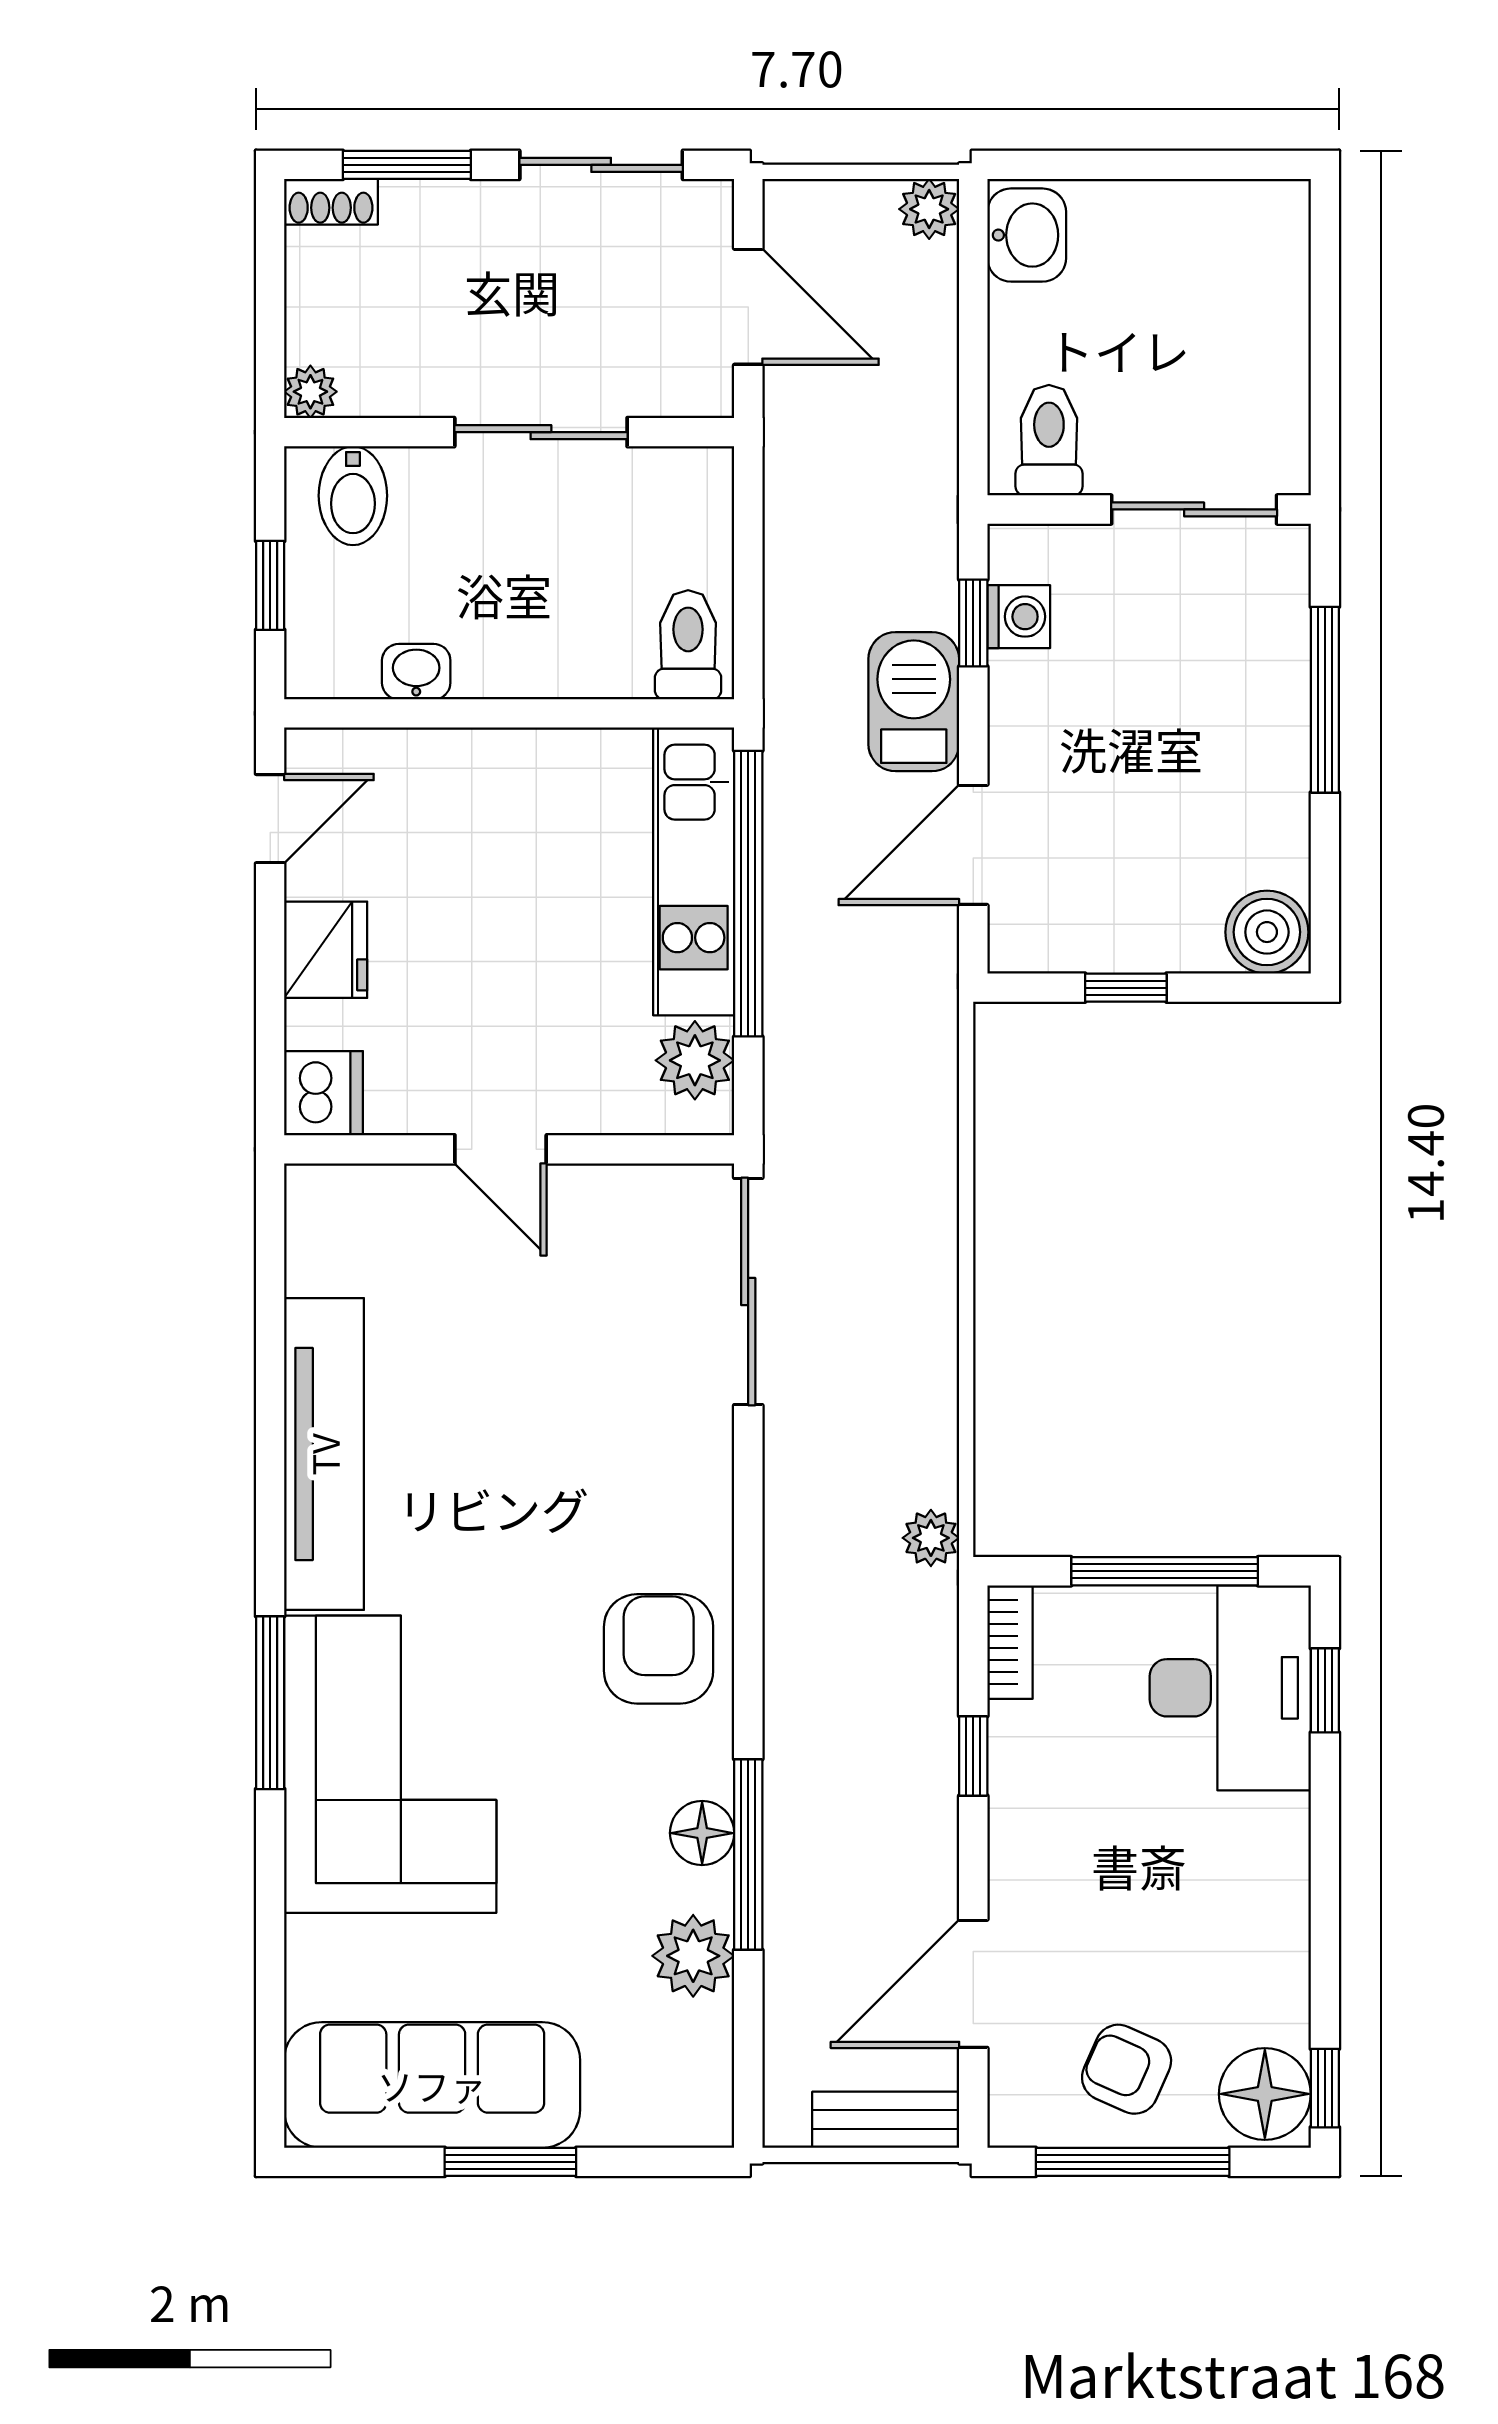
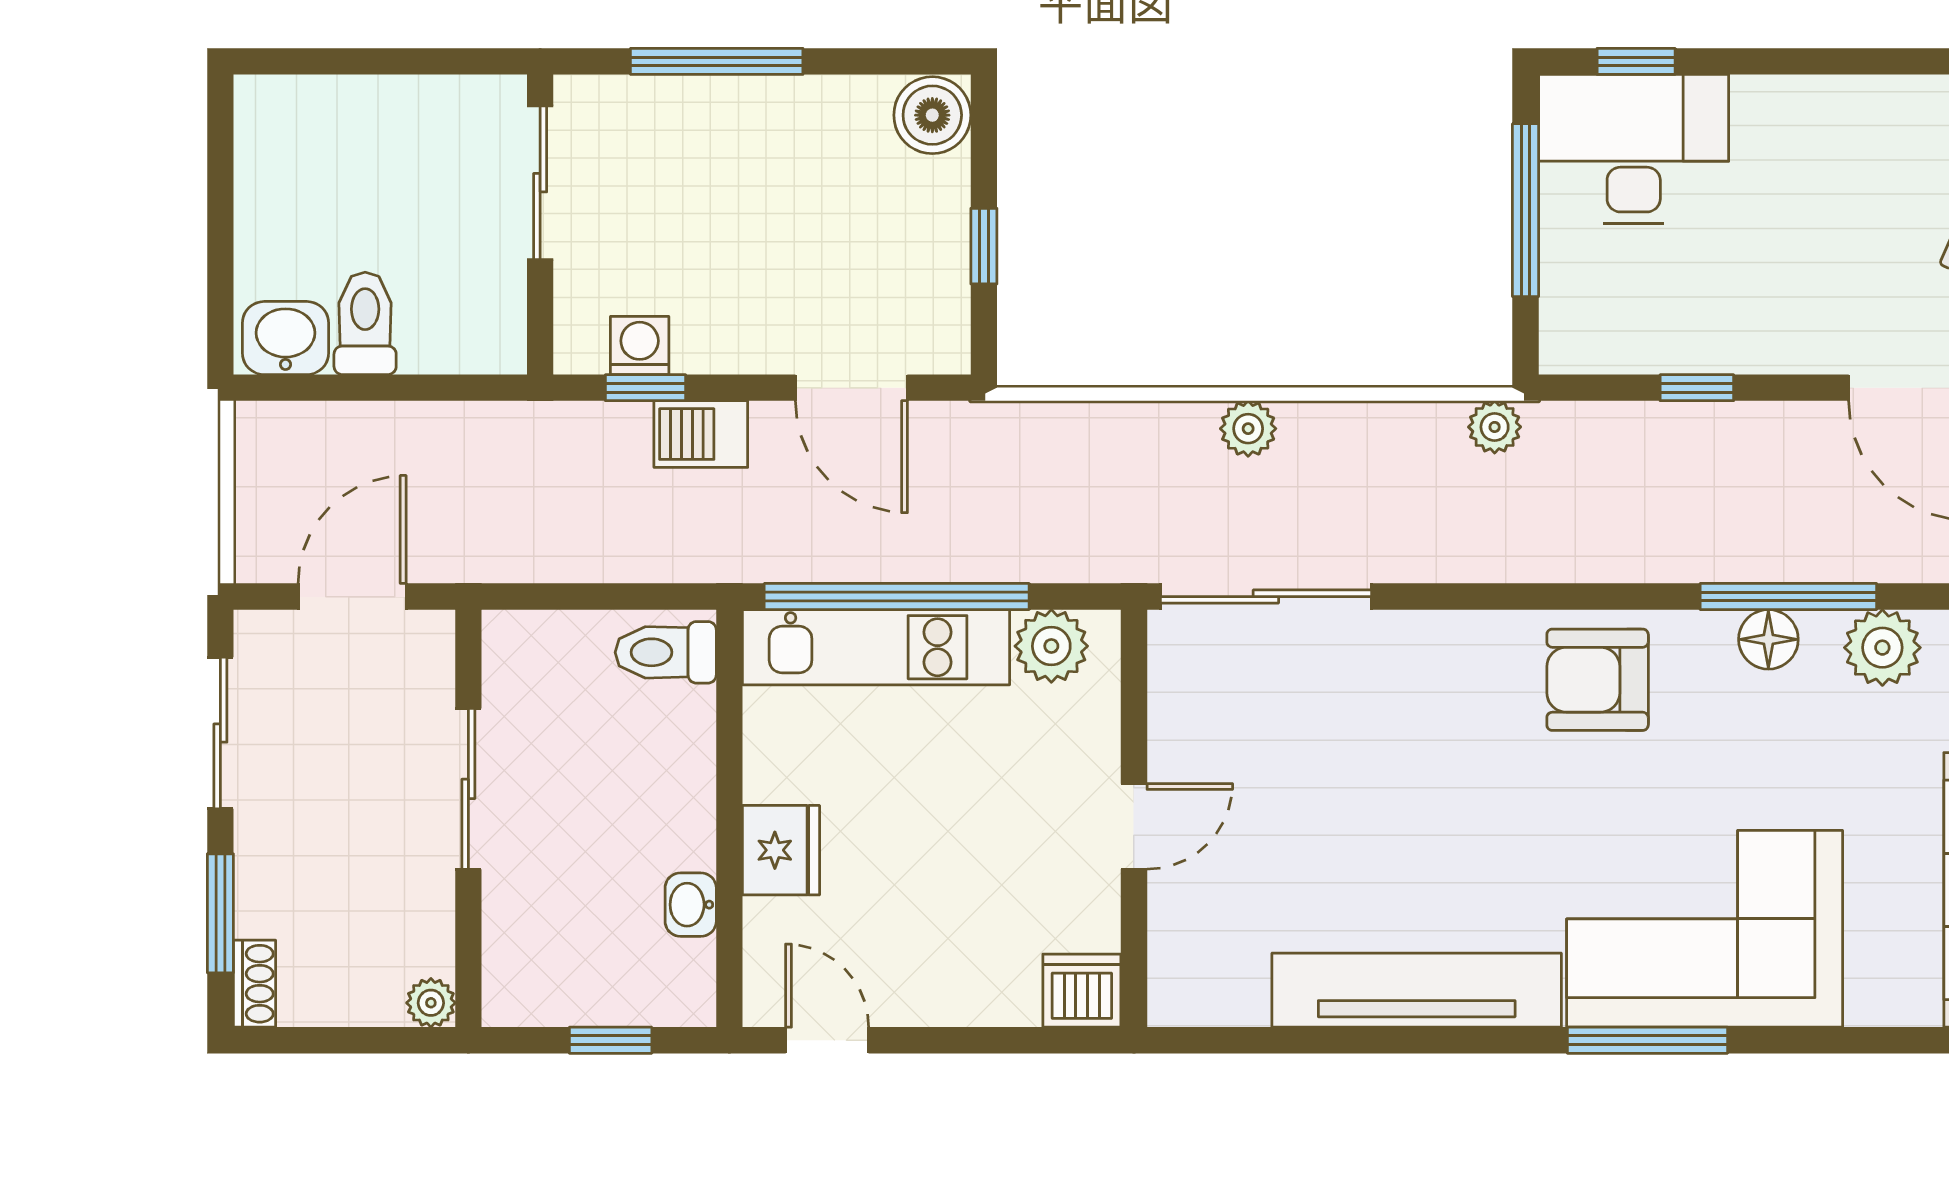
plant: (929, 209) -> (1248, 429), moved
toilet: (1049, 440) -> (365, 323), moved, turned 90
bidet: (353, 496) -> (527, 963), removed
barbecue: (914, 702) -> (701, 434), width x0.73, depth x0.79
fridge: (326, 950) -> (781, 850), moved, turned 90
bookcase: (1010, 1642) -> (1591, 354), removed

